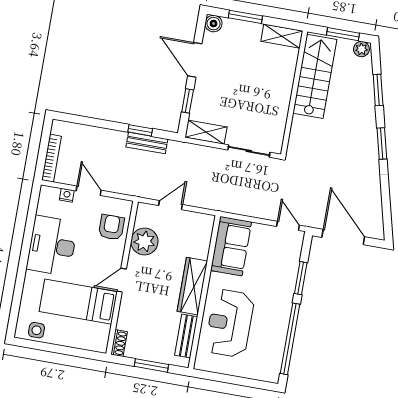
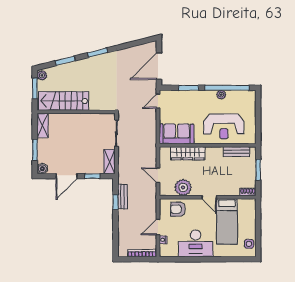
wardrobe: (192, 286) -> (188, 153), moved
plant: (281, 328) -> (221, 95), added

